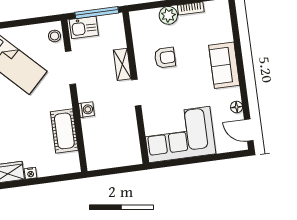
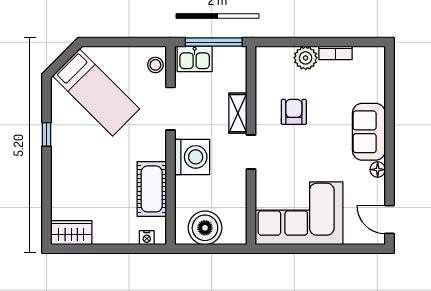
armchair: (165, 58) -> (294, 112), turned -90
floor lamp: (237, 107) -> (378, 170), moved
washing machine: (86, 110) -> (192, 157), width x1.89, depth x1.89
boiler: (109, 155) -> (205, 228), added
nightstand: (31, 173) -> (147, 238), moved

